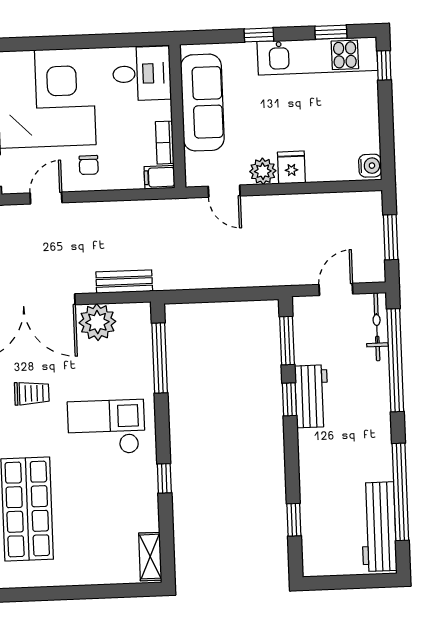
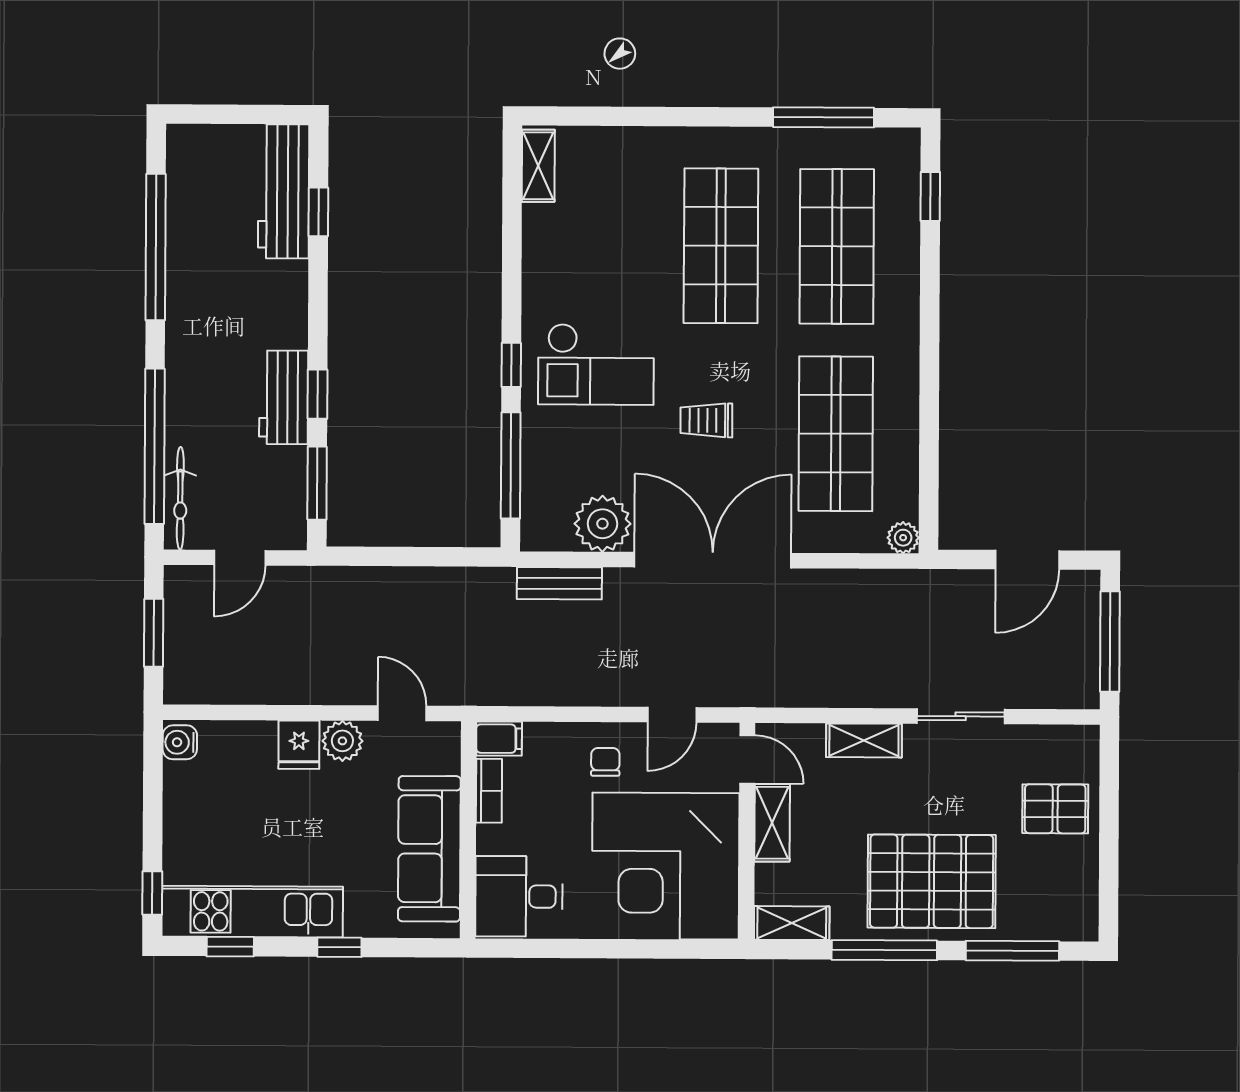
window: (164, 478) -> (511, 365), moved
workbench: (379, 527) -> (284, 191), moved, turned 180

